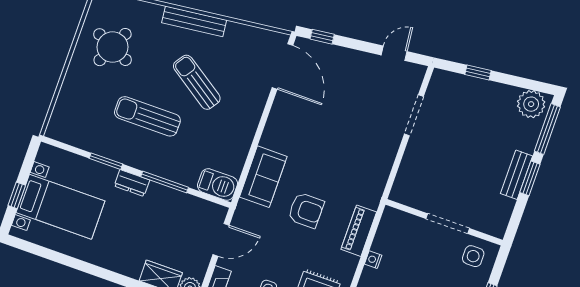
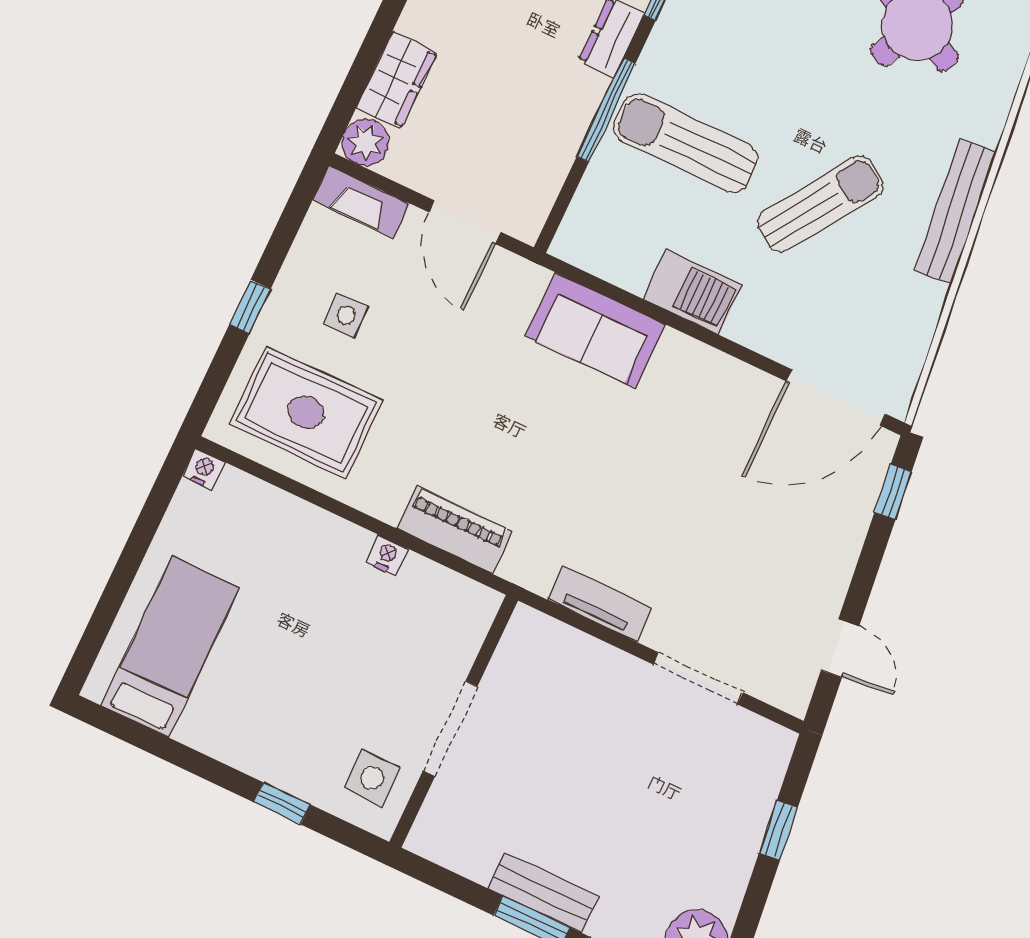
sun lounger: (147, 116) -> (685, 143), moved, turned -90
tv unit: (385, 163) -> (600, 604), added
barbecue: (217, 184) -> (693, 292), moved, turned -90
armchair: (306, 210) -> (511, 417), removed

